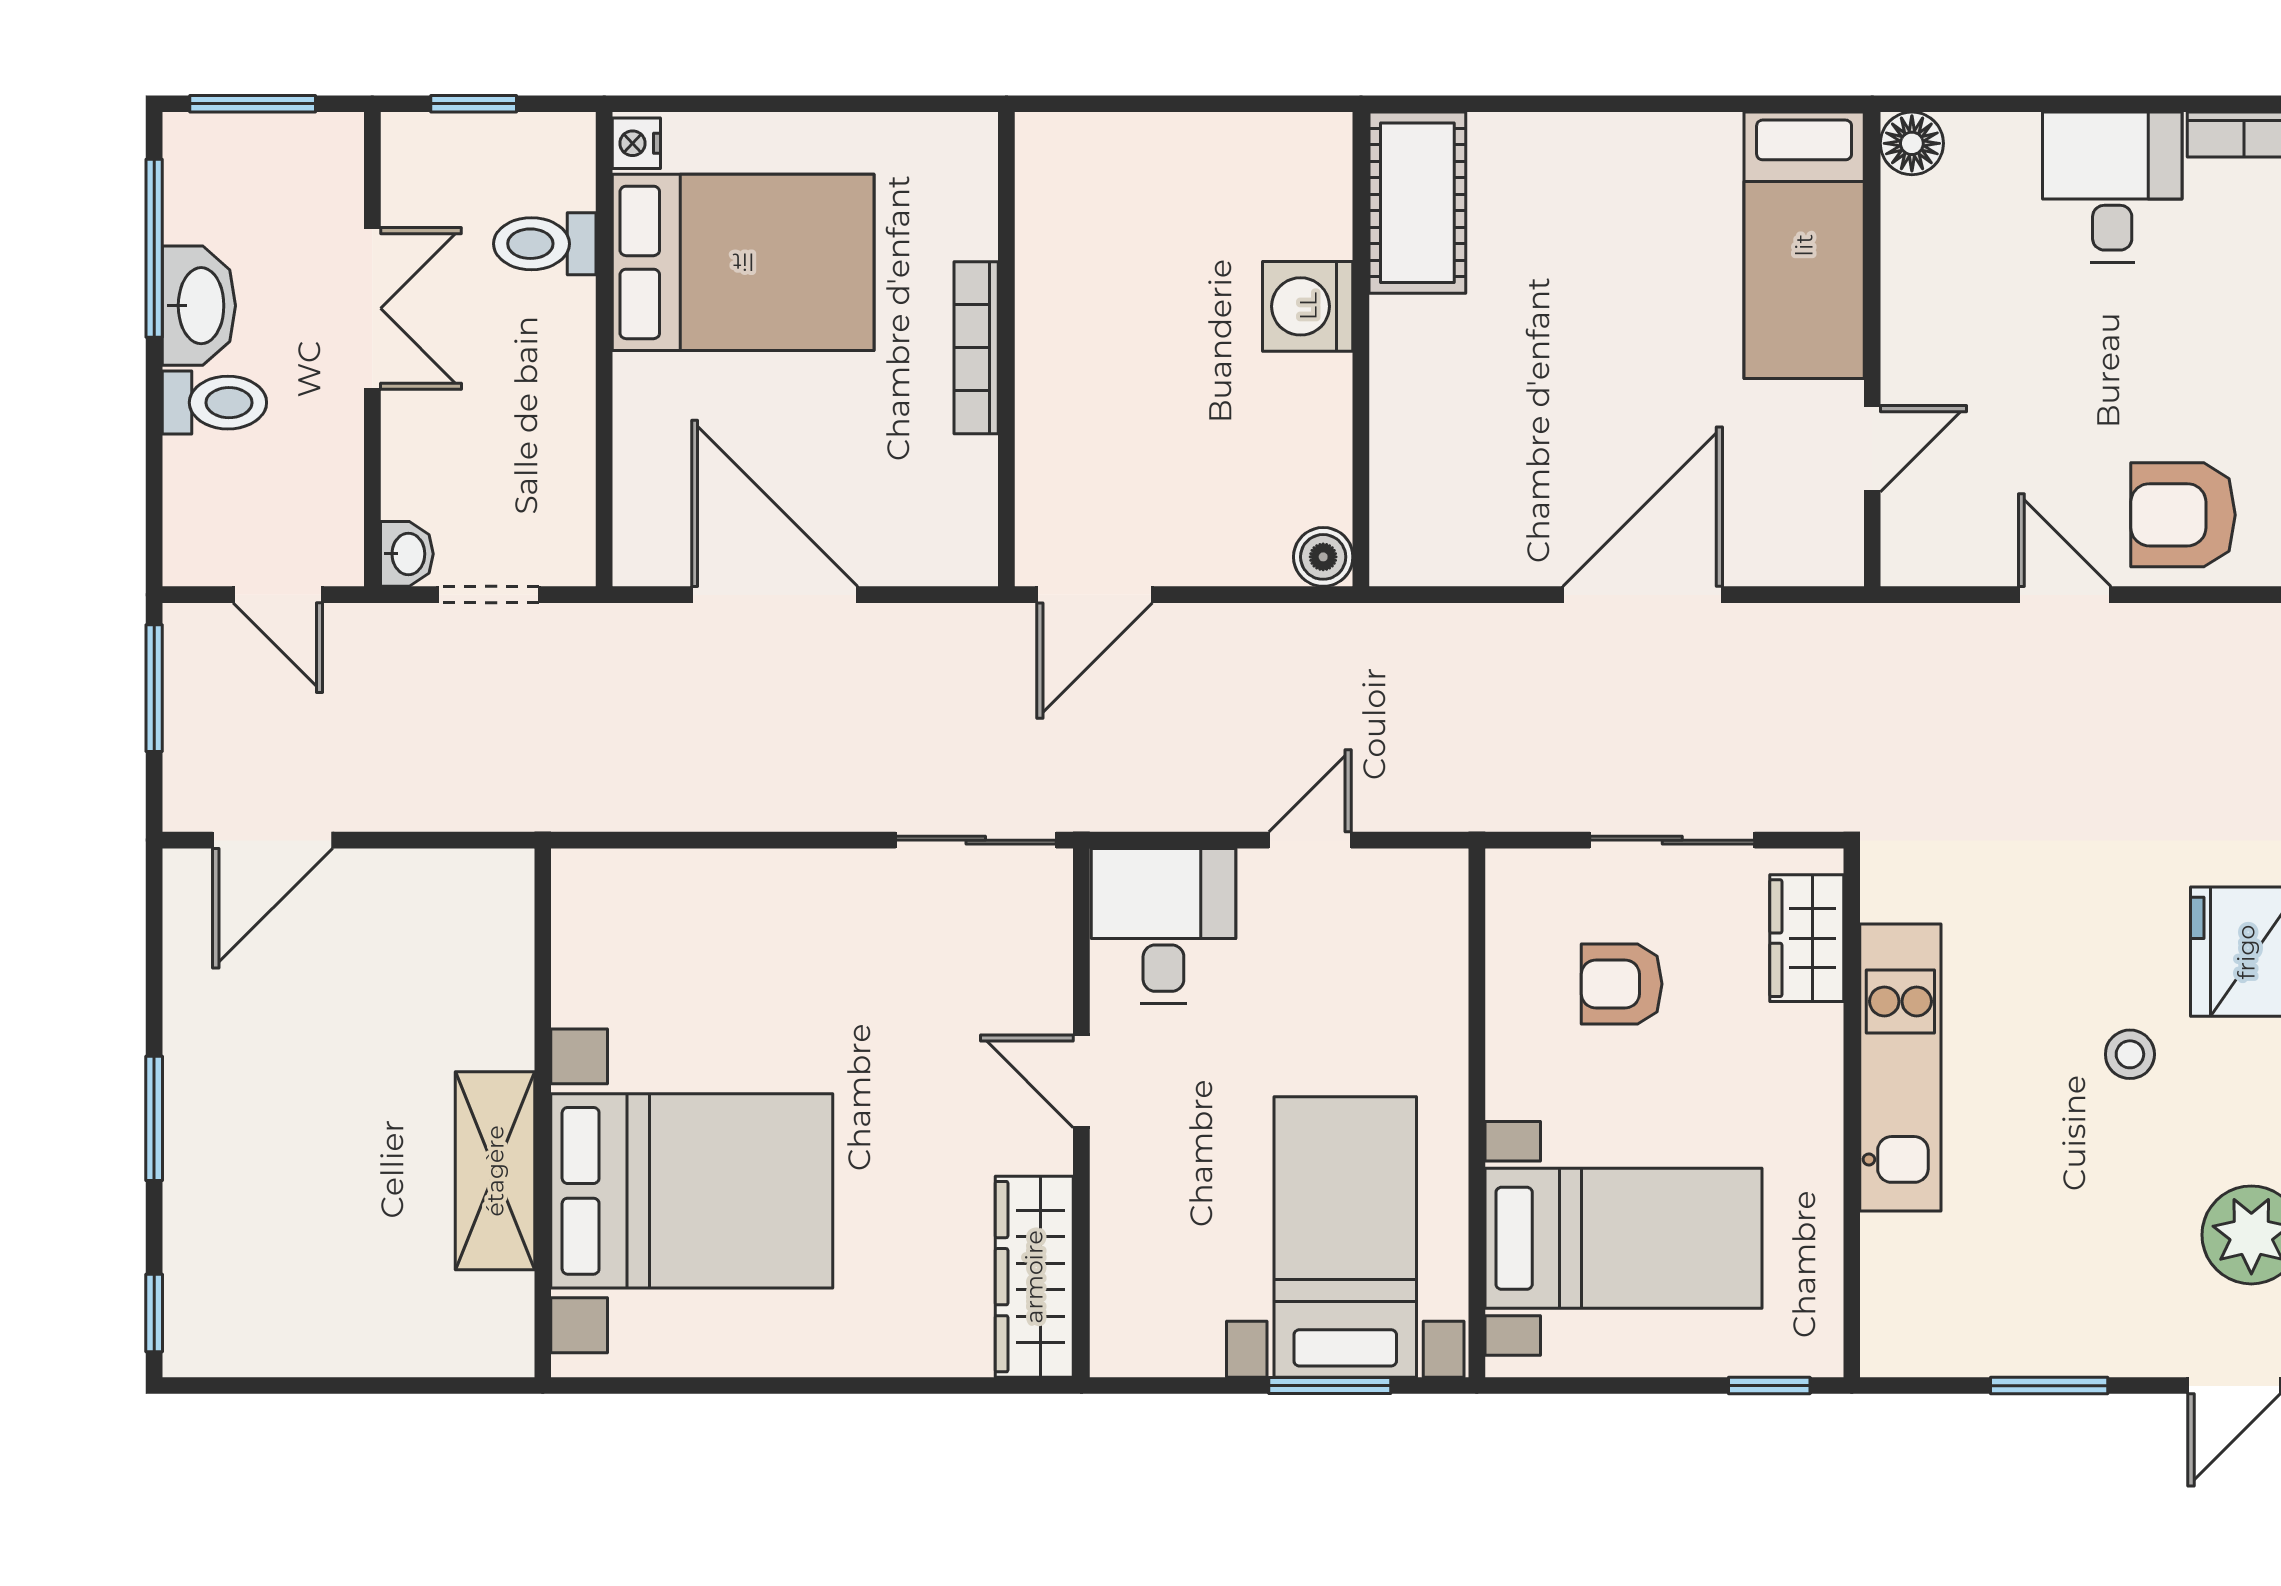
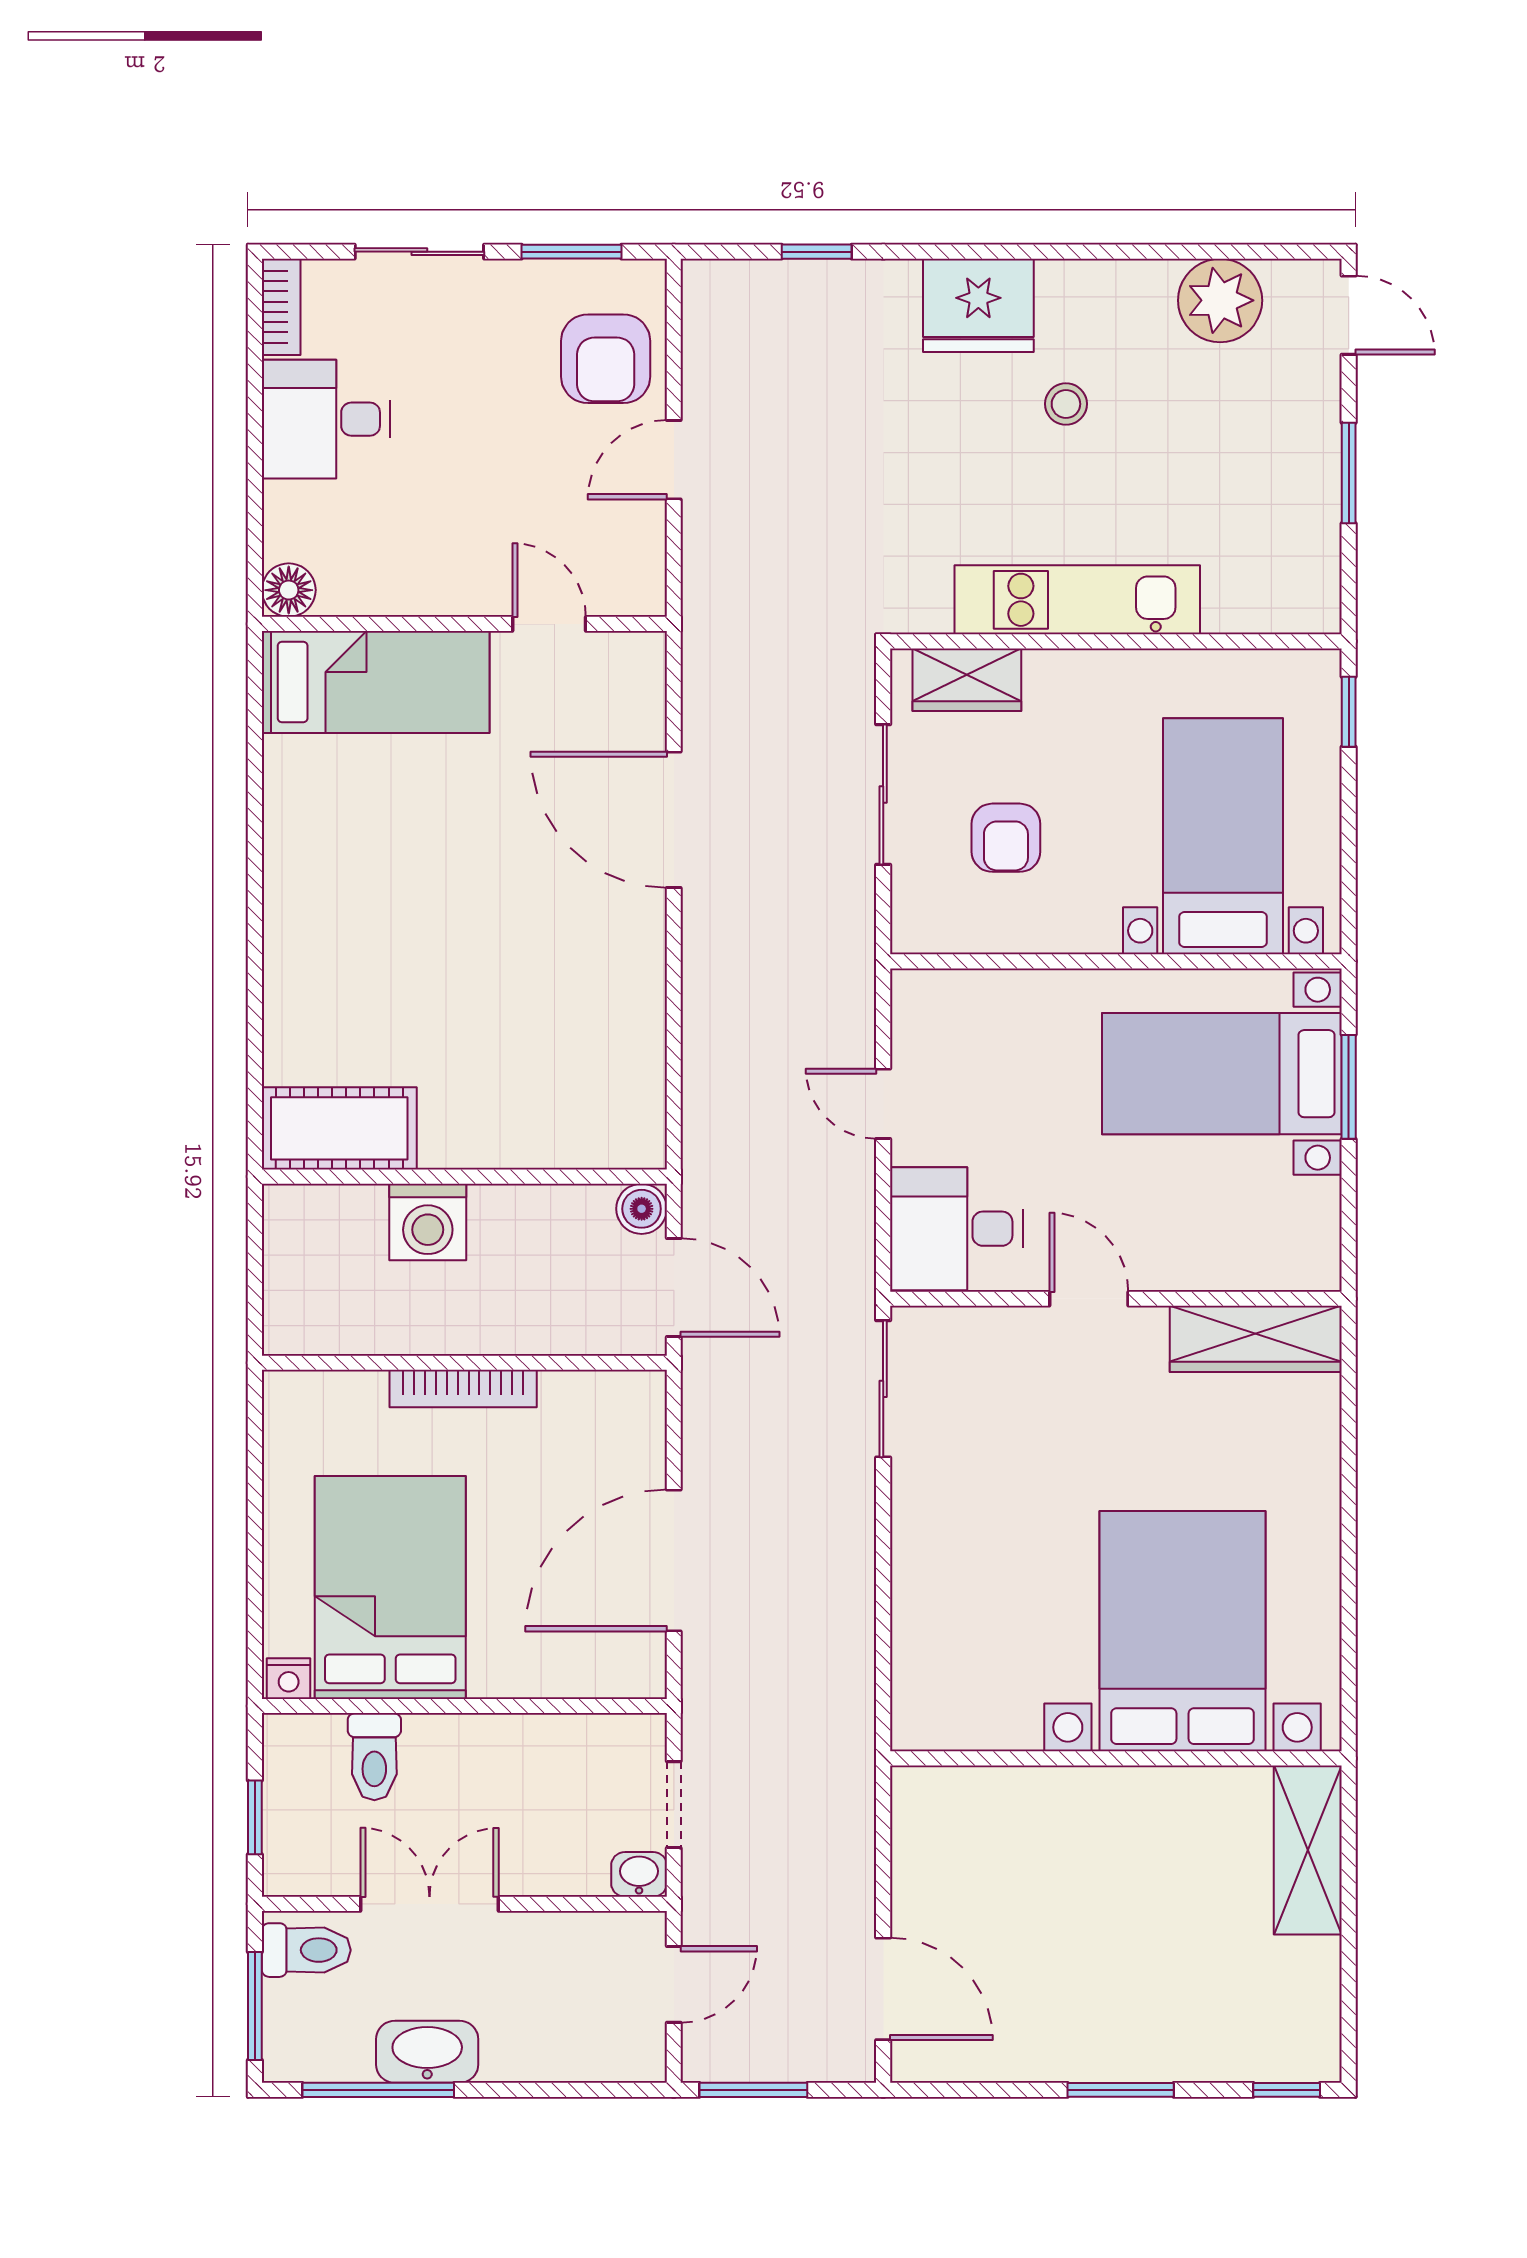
cot: (1417, 203) -> (339, 1128), moved
washing machine: (1308, 306) -> (428, 1222), moved
wall: (1361, 349) -> (464, 1177), moved
toilet: (214, 403) -> (306, 1950), moved, turned 90
boiler: (1323, 557) -> (642, 1209), moved
door: (1081, 1081) -> (1089, 1299), swing flipped
shelving: (495, 1171) -> (1308, 1850), moved, turned 90

